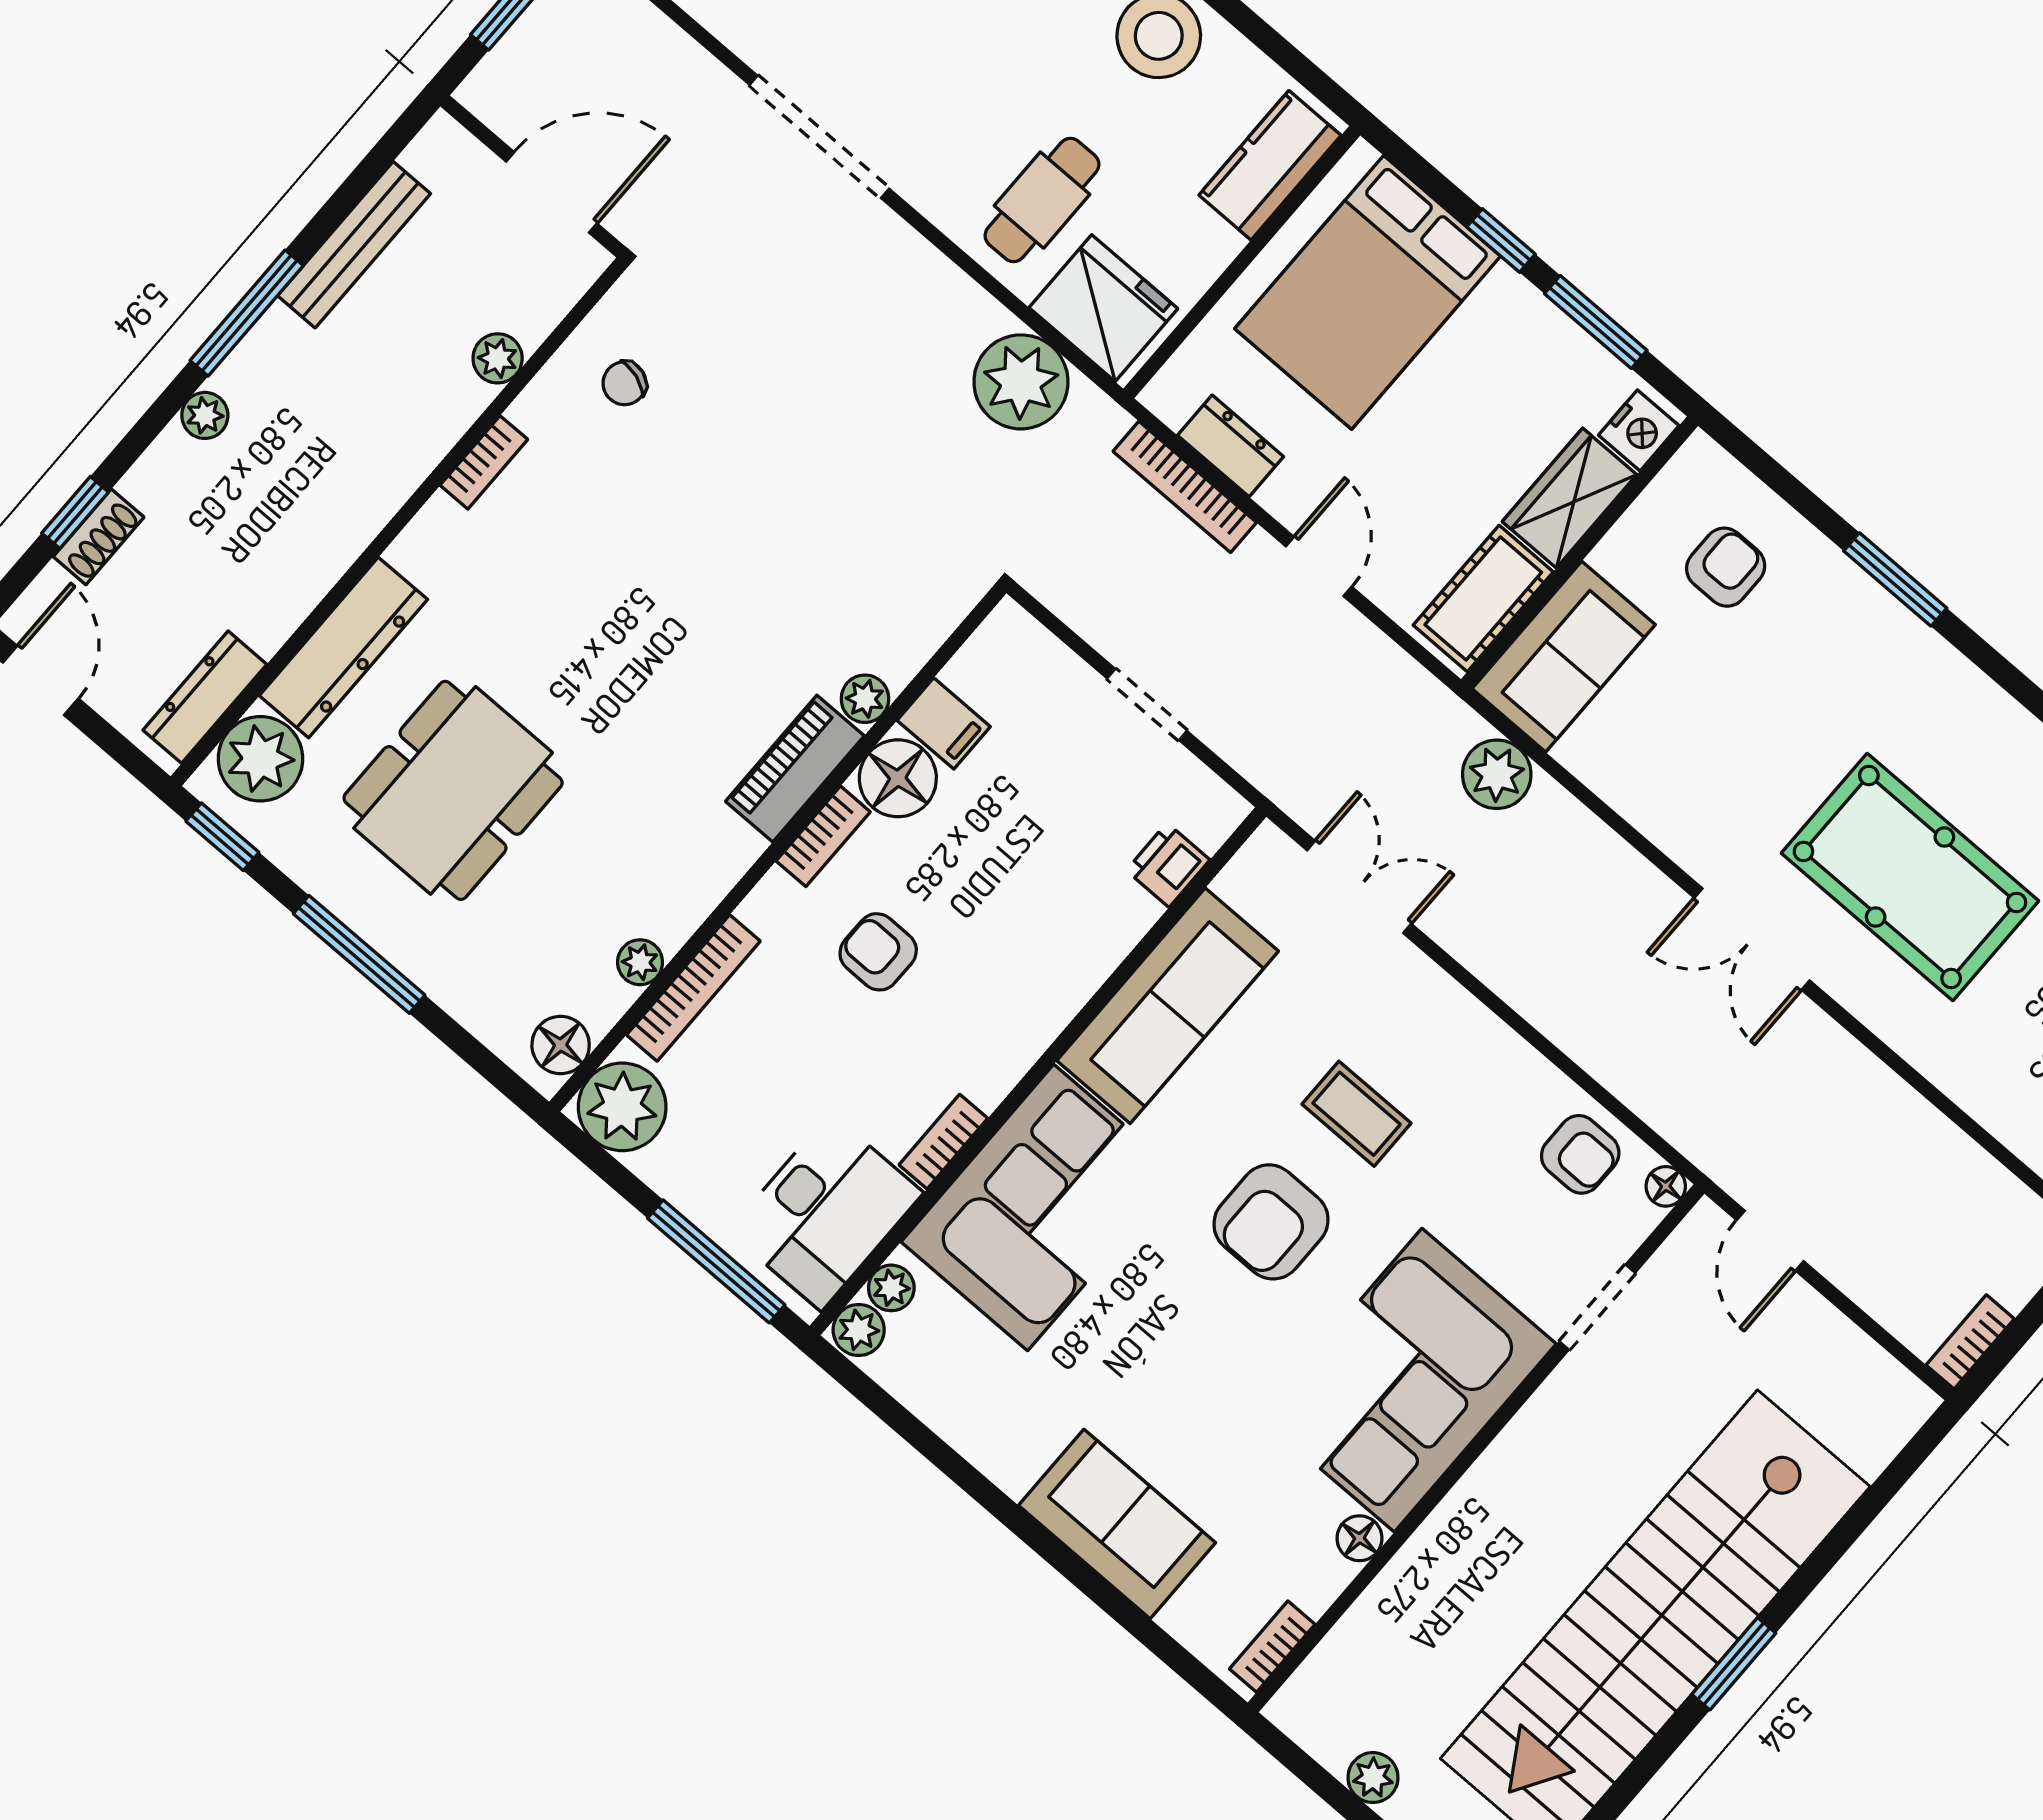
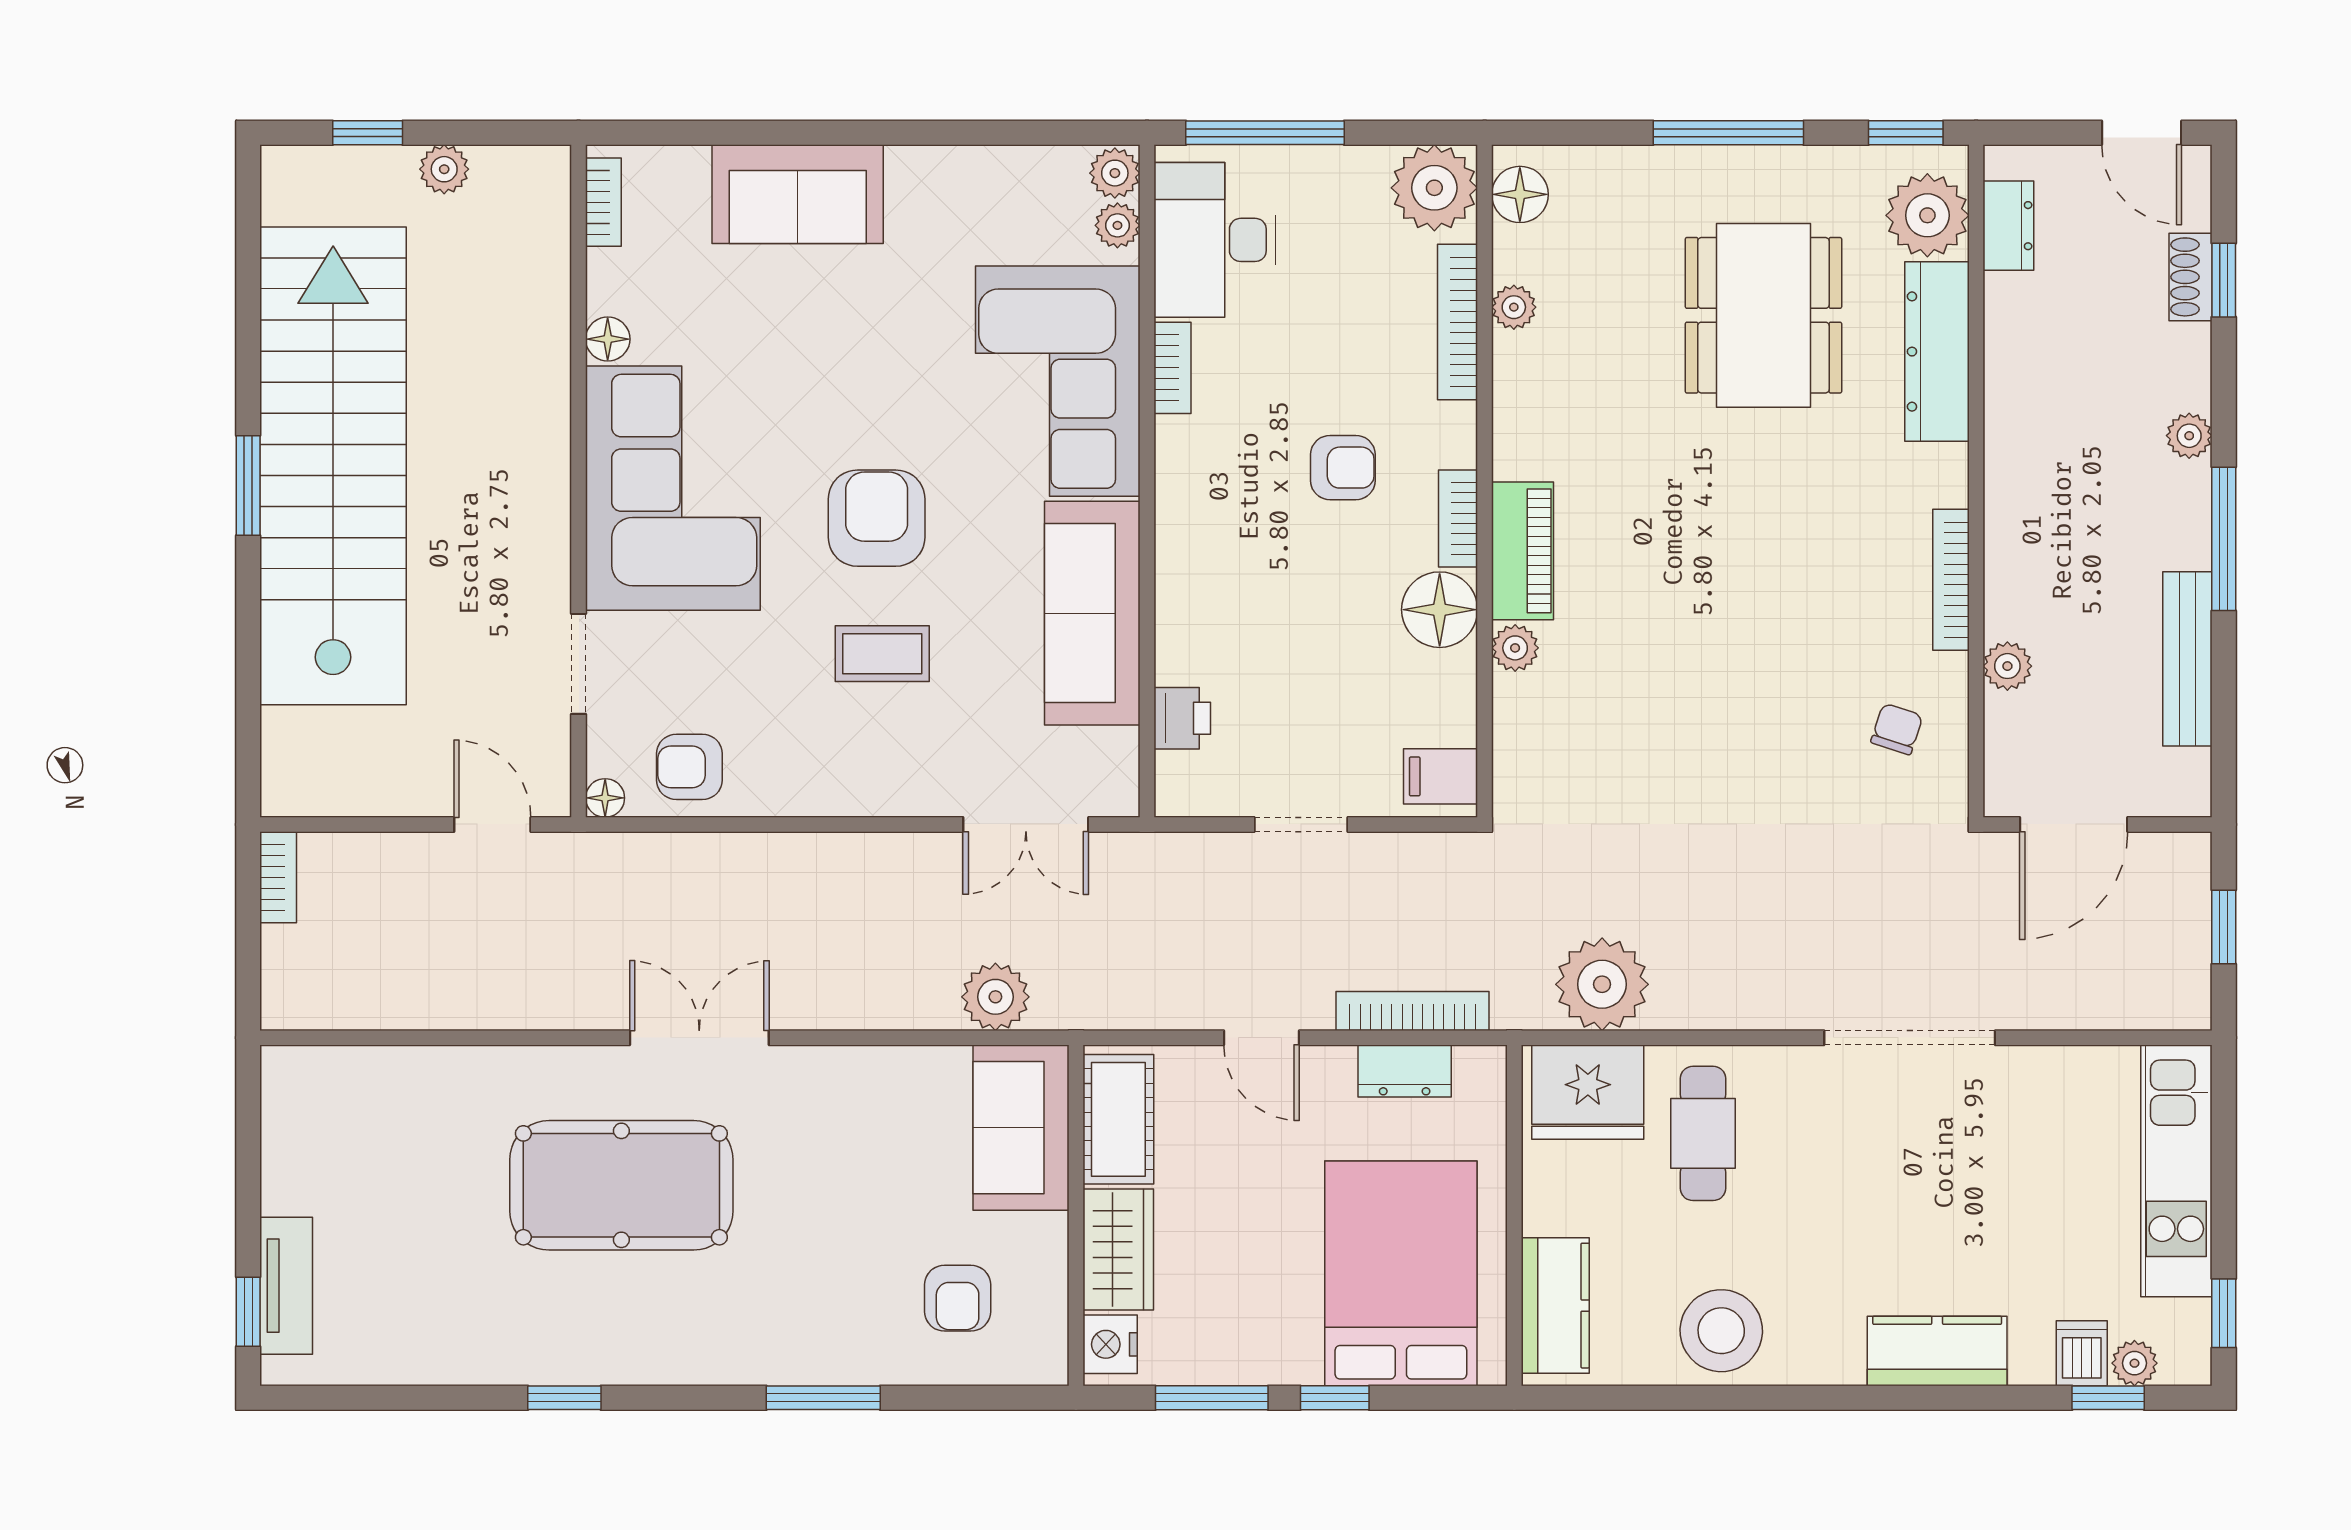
bookcase: (484, 462) -> (1951, 580), width x1.56
dresser: (205, 697) -> (2008, 226), width x0.70
filing cabinet: (944, 723) -> (1441, 776), moved

